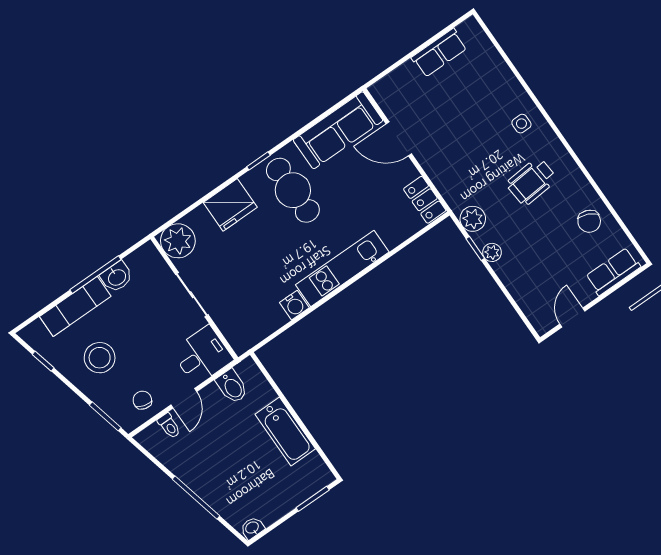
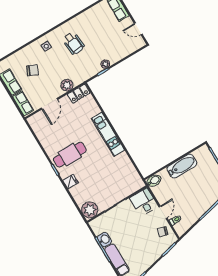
row of seats: (396, 82) -> (23, 103), added
sofa: (338, 130) -> (43, 132), removed
fridge: (230, 205) -> (71, 181), width x0.53, depth x0.75
plant: (473, 219) -> (67, 85), moved
chair: (589, 221) -> (32, 70), moved
water cooler: (294, 305) -> (123, 158), removed
stool: (100, 358) -> (141, 250), removed
bidet: (232, 386) -> (154, 181), moved
door: (184, 398) -> (163, 212), hinge flipped

